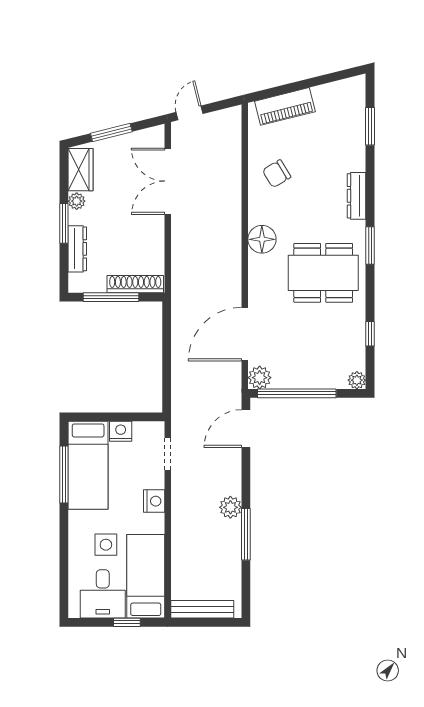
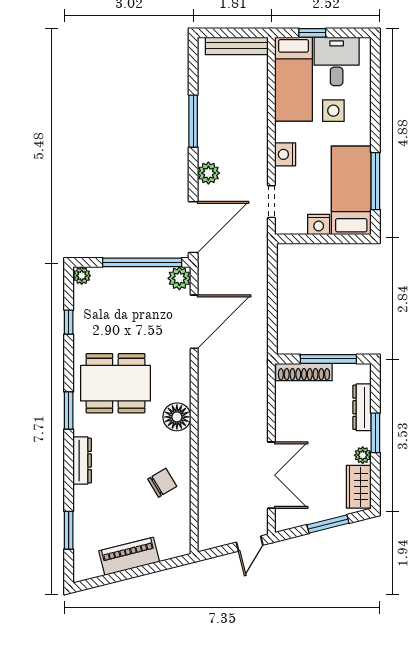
piano: (285, 106) -> (129, 556), moved
door: (246, 429) -> (193, 227), width x1.36
plant: (230, 507) -> (208, 173), moved

